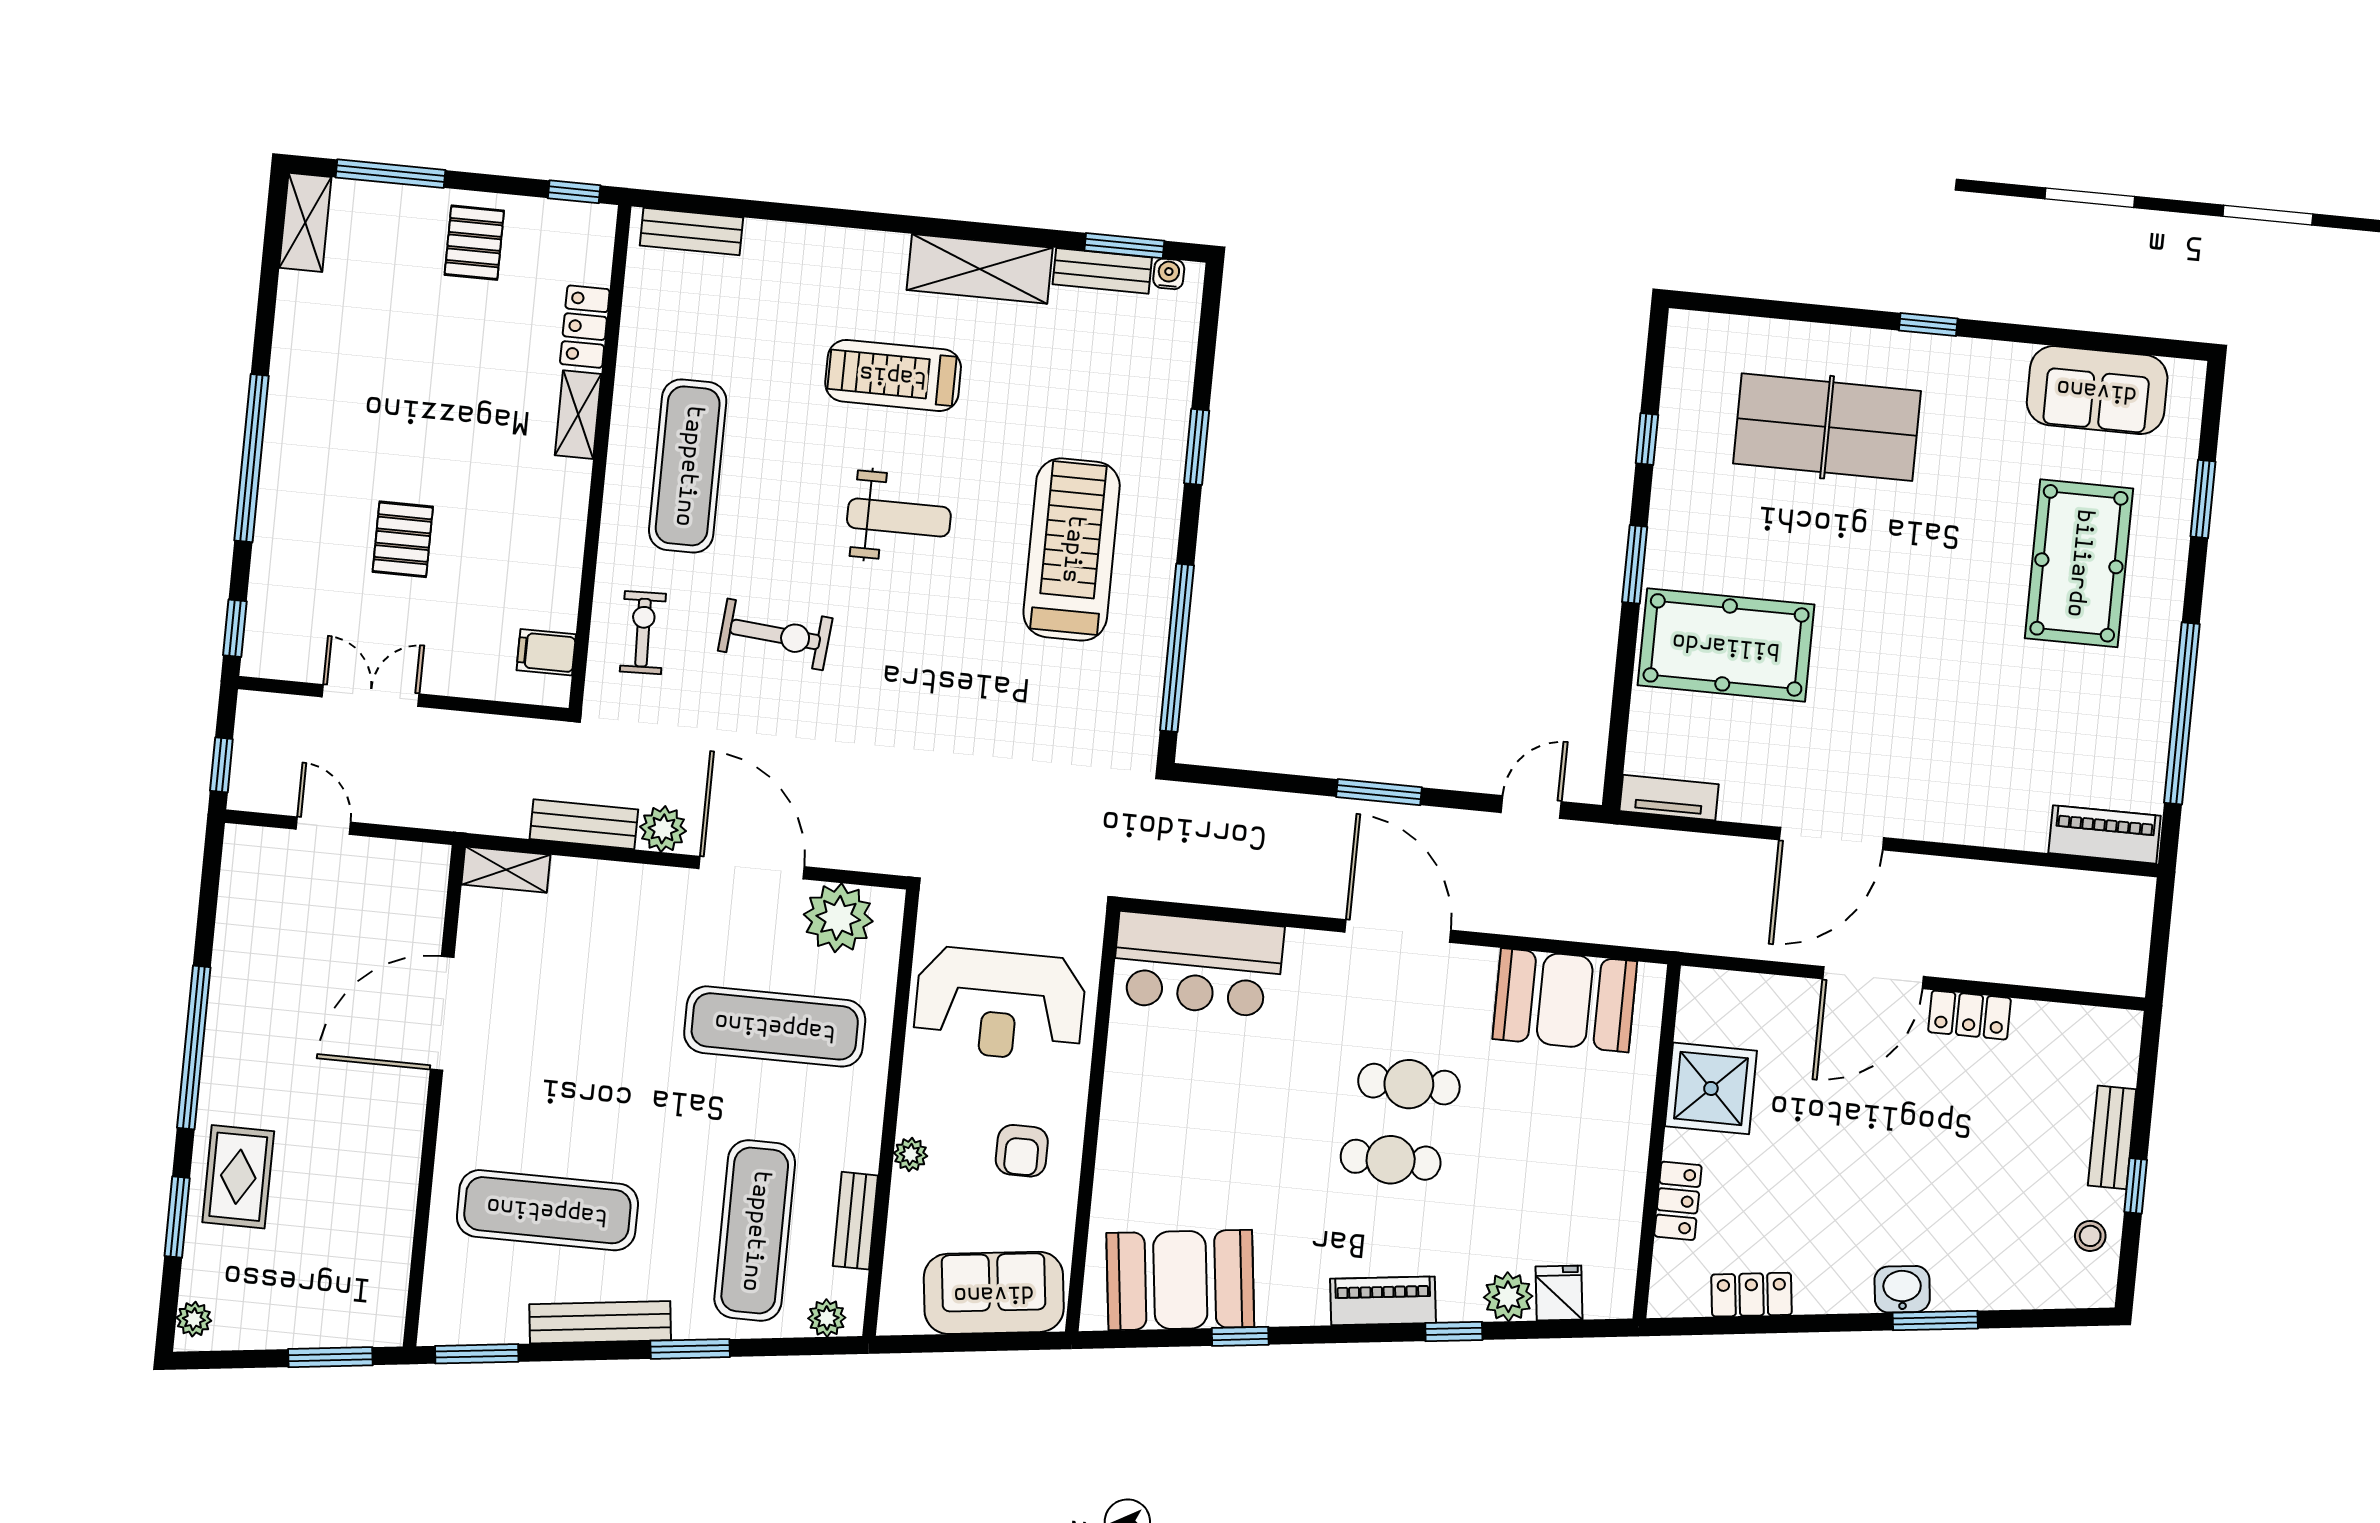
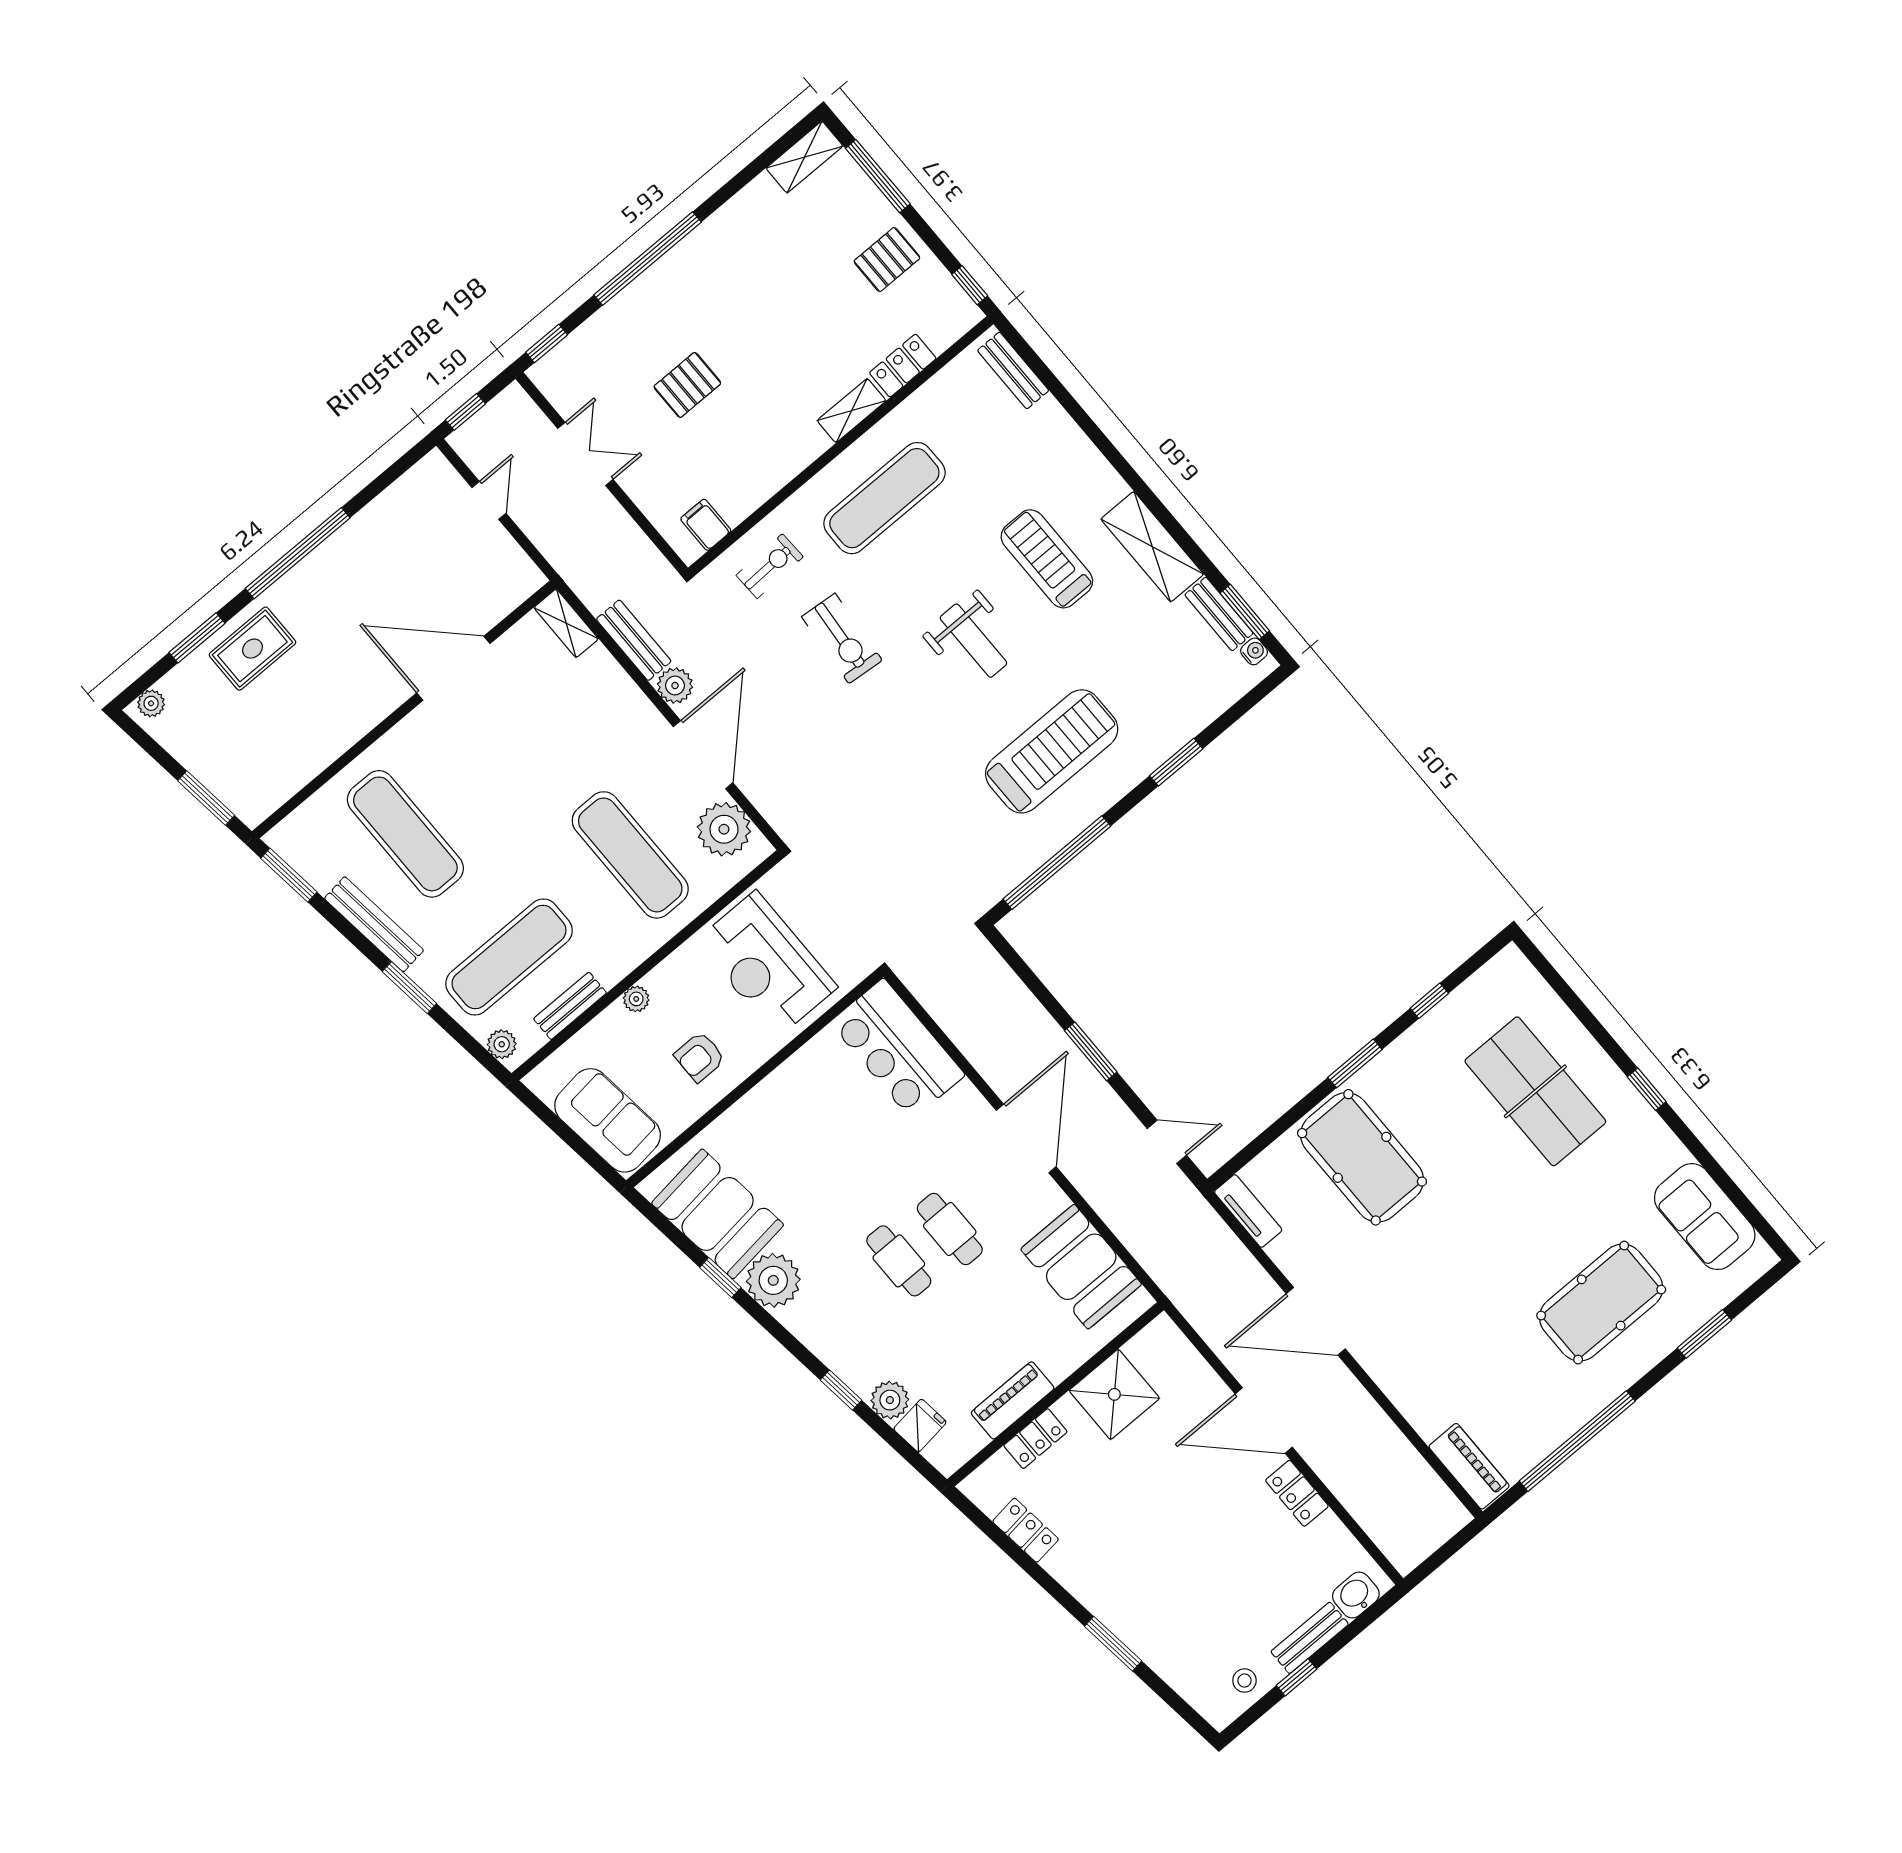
washbasin: (1902, 1289) -> (1356, 1595), moved, turned -83
plant: (1292, 1291) -> (773, 1280), added
piano: (1383, 1301) -> (1013, 1400), moved, turned -83

